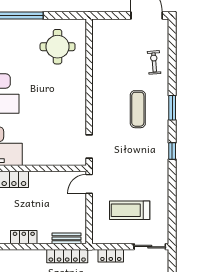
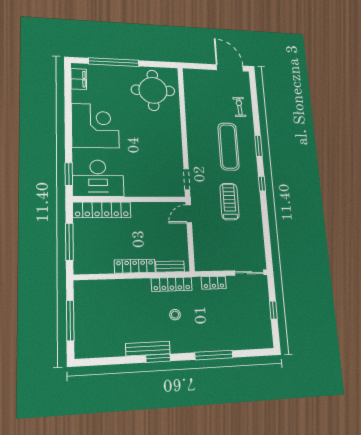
round table: (58, 47) -> (153, 90), width x1.36, depth x1.36
exercise mat: (138, 109) -> (229, 146), width x1.36, depth x1.45
treadmill: (130, 210) -> (229, 202), moved, turned 90
locker: (24, 237) -> (135, 266), width x1.53

